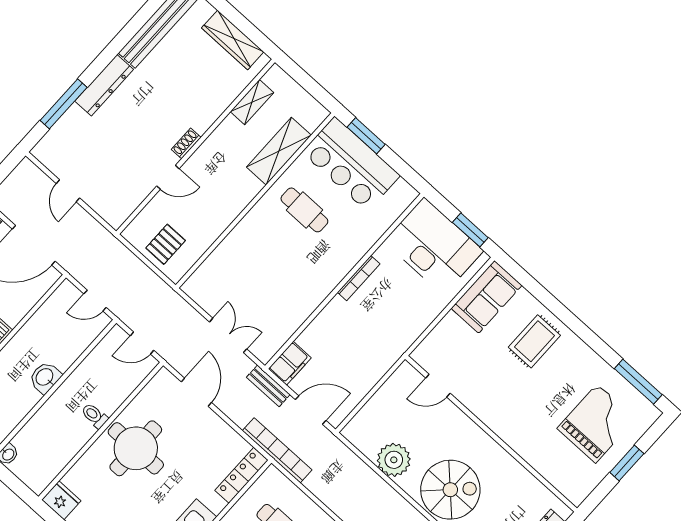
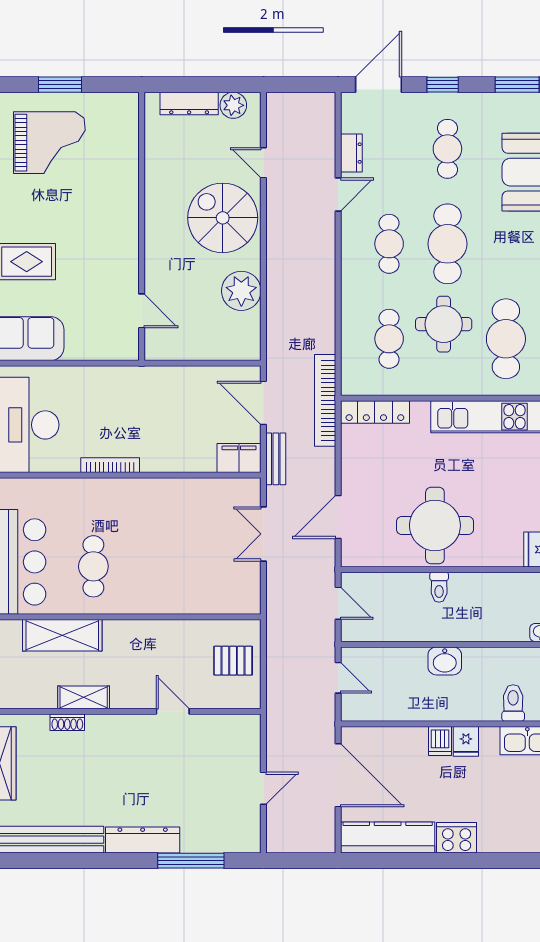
shelving: (252, 102) -> (84, 697), moved
shoe rack: (186, 143) -> (67, 722), moved
grand piano: (596, 423) -> (49, 143), turned 180

